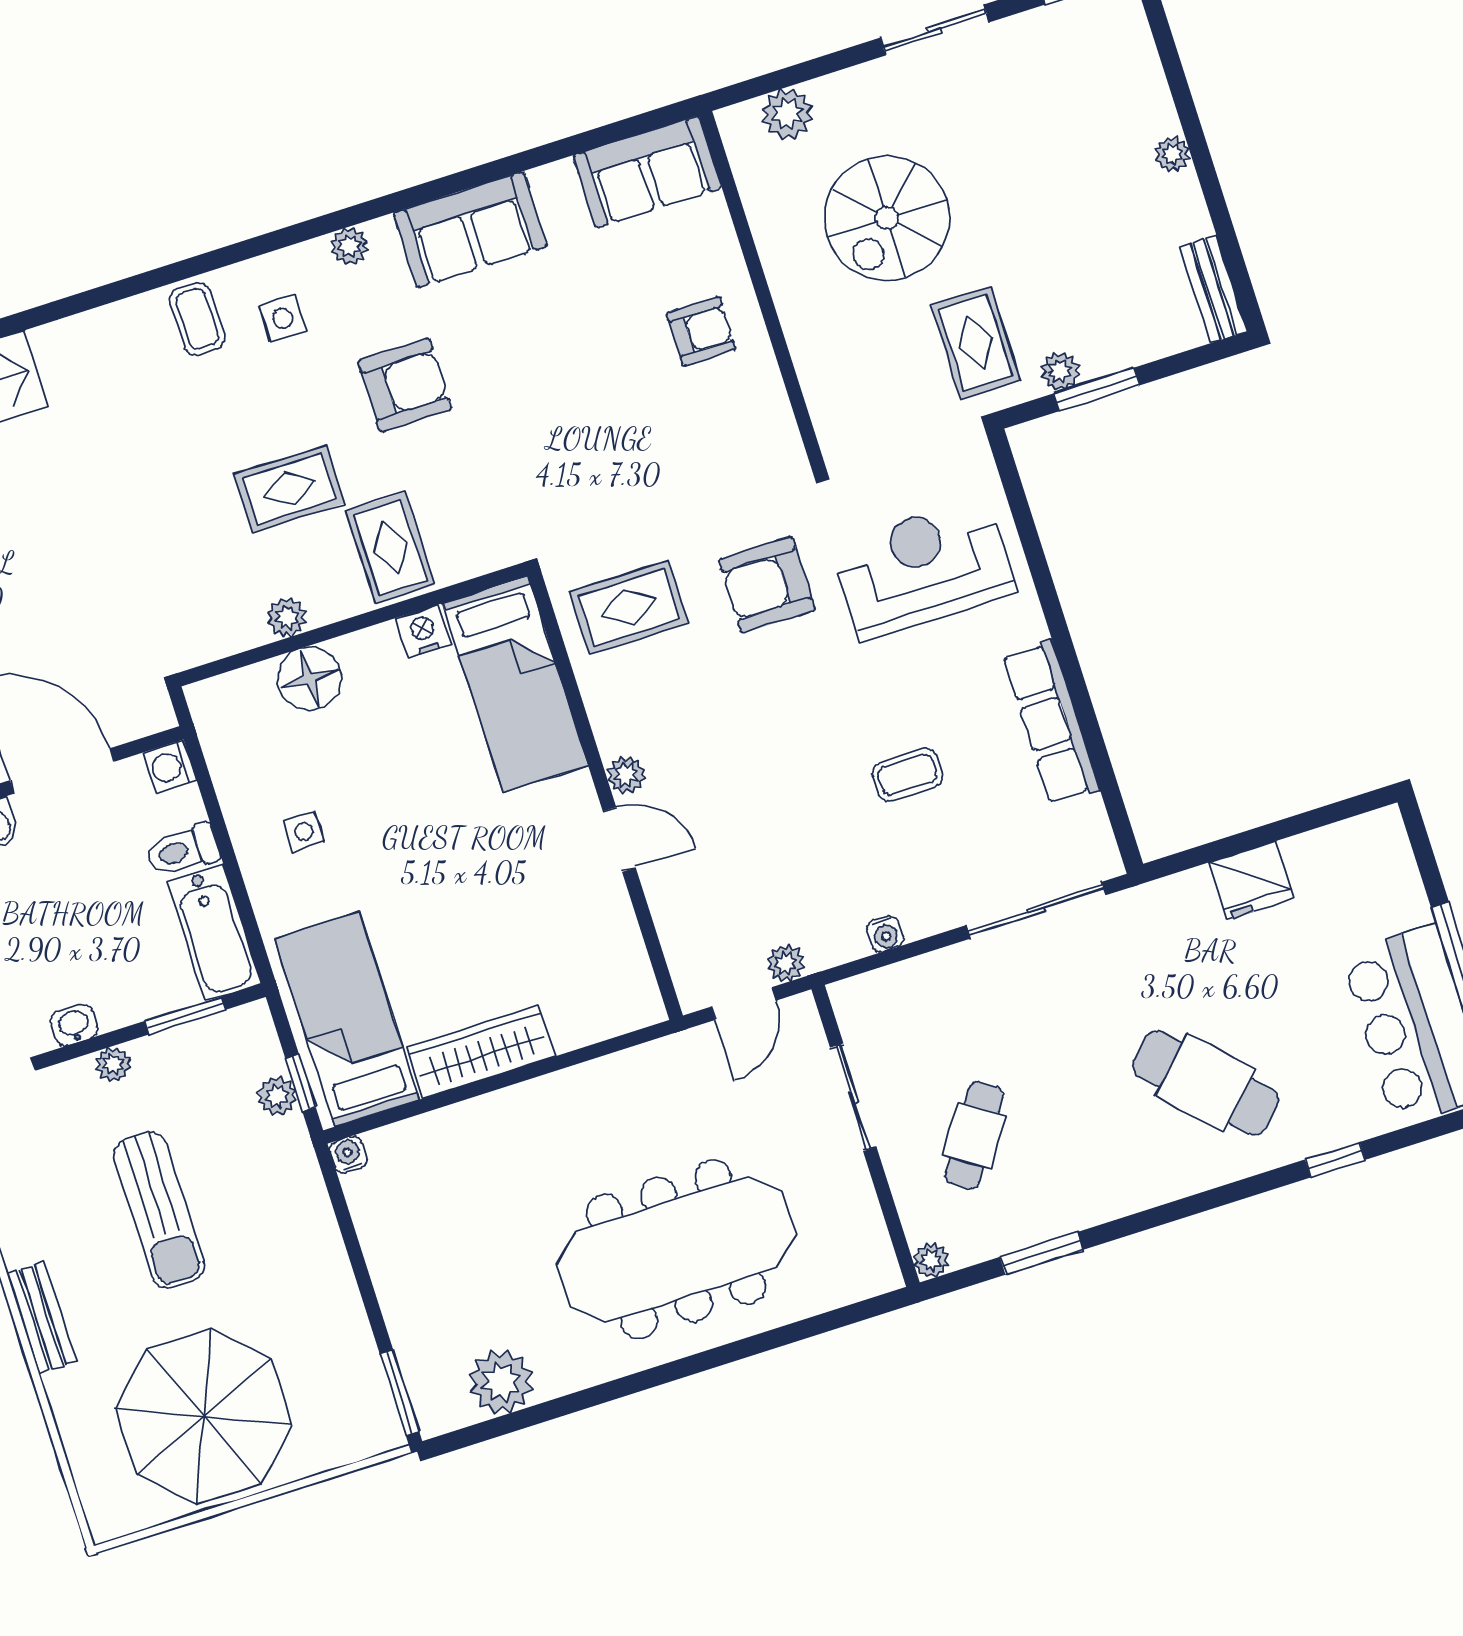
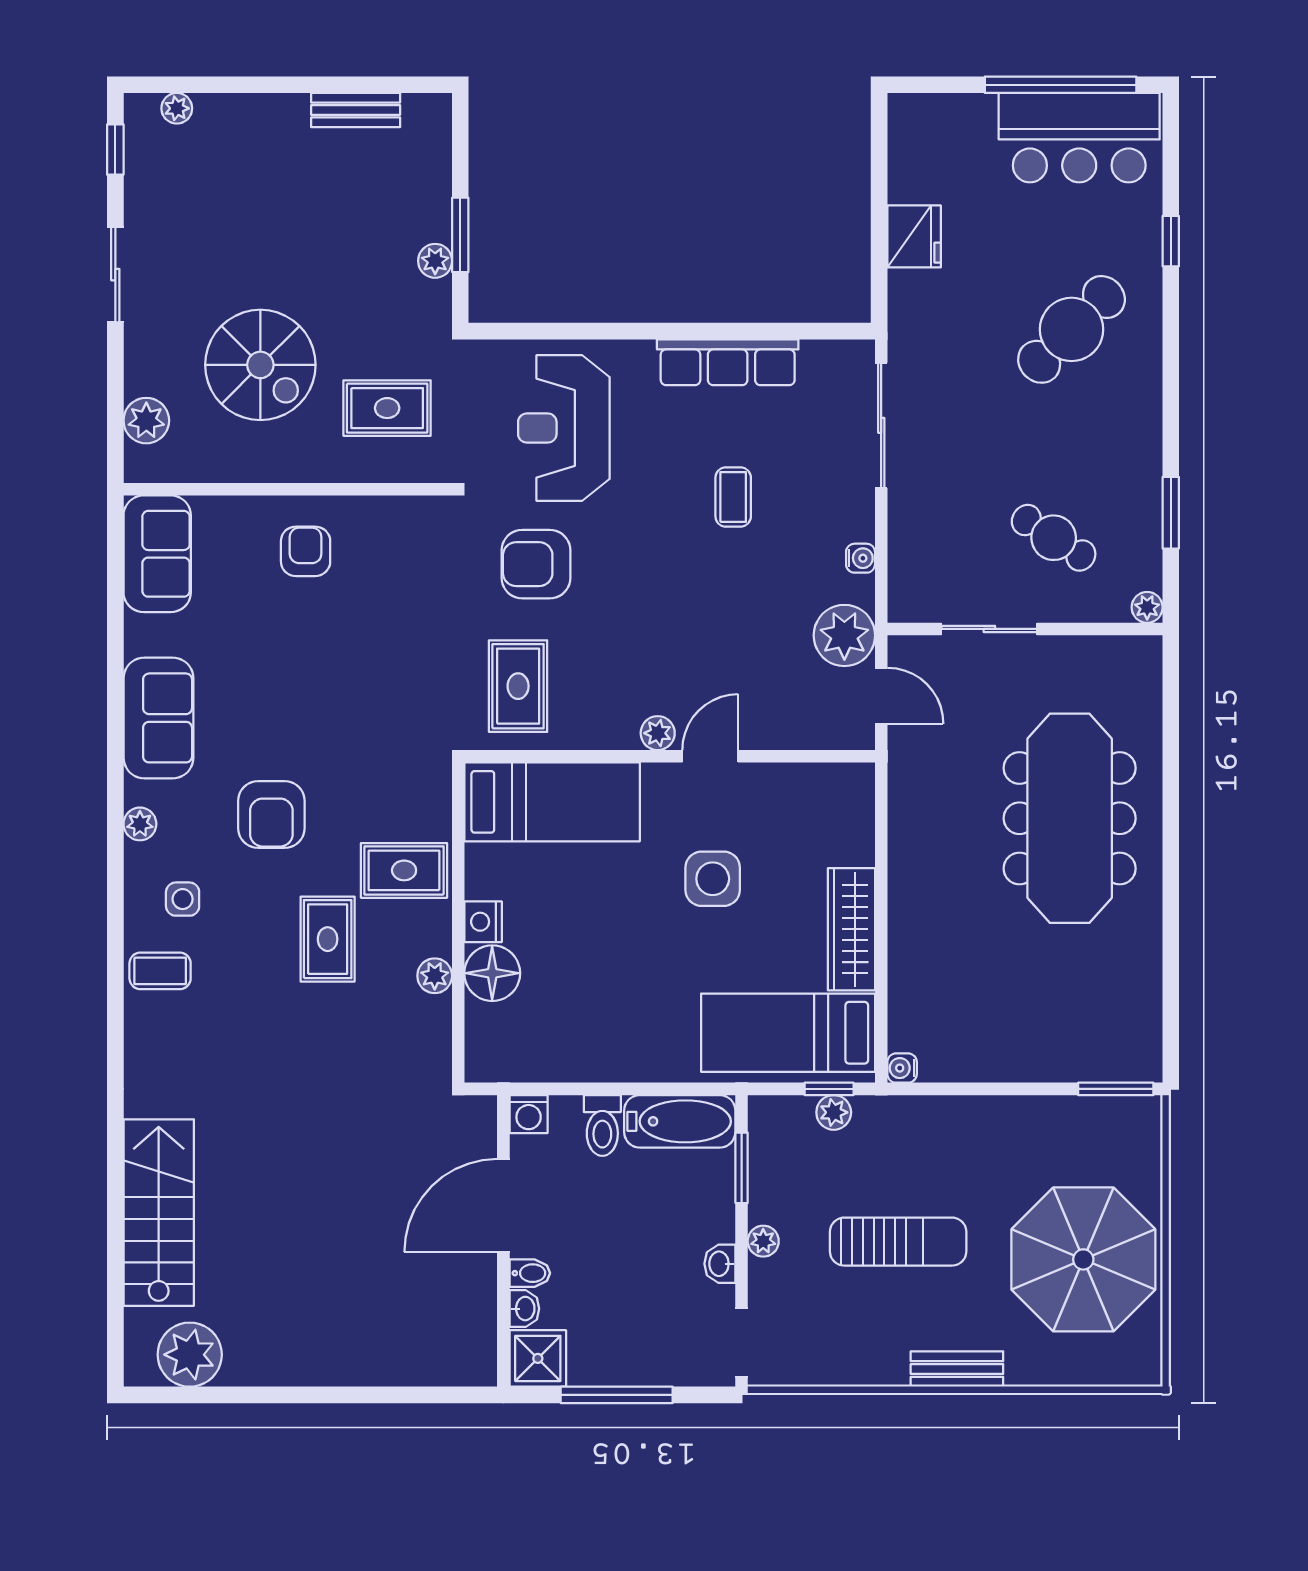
plant: (1172, 154) -> (177, 108), moved
bench: (1214, 289) -> (356, 110), moved
rug: (976, 343) -> (387, 408), moved
armchair: (405, 385) -> (271, 815), turned 180
armchair: (767, 585) -> (536, 564), turned 90
nightstand: (423, 631) -> (483, 922), moved
side table: (304, 832) -> (713, 879), moved, width x1.87, depth x1.87
plant: (786, 963) -> (844, 635), width x1.87, depth x1.87
plant: (501, 1382) -> (1134, 1001), removed

